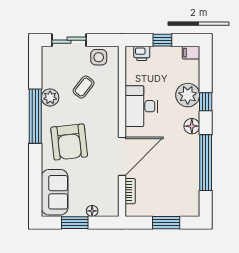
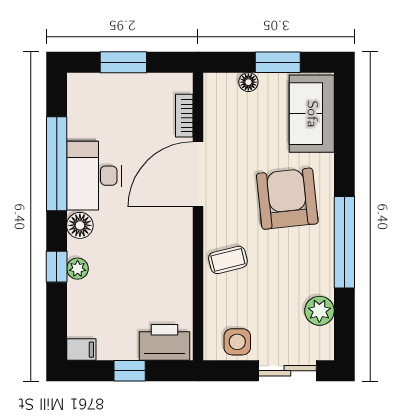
printer: (142, 53) -> (165, 342), width x1.87, depth x1.48
coffee table: (84, 87) -> (228, 260), moved, turned 38
plant: (188, 95) -> (78, 269), width x0.53, depth x0.53
plant: (50, 97) -> (319, 311), moved
desk: (141, 106) -> (94, 176), moved, turned 180

